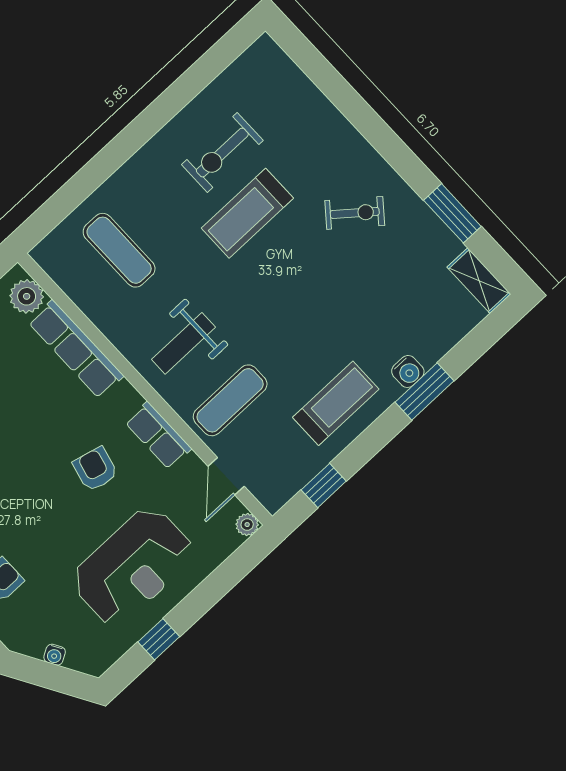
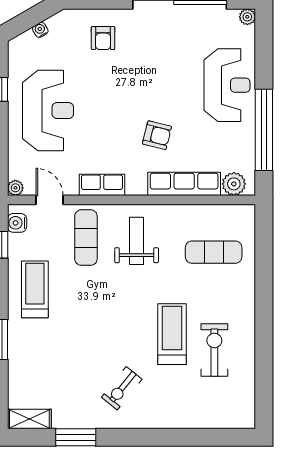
water cooler: (408, 371) -> (17, 223), moved
treadmill: (336, 403) -> (35, 289), turned 180
armchair: (95, 469) -> (157, 135), moved
reception desk: (133, 566) -> (48, 111), turned 180

